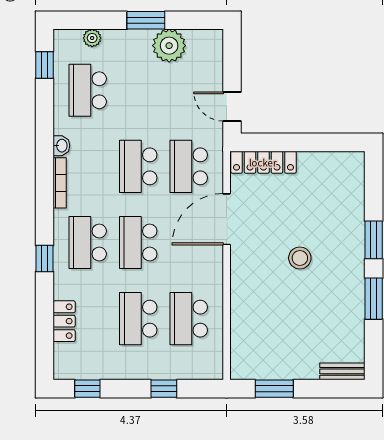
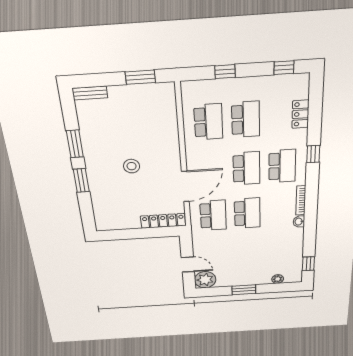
plant: (169, 46) -> (205, 280), moved
school desk: (88, 90) -> (281, 252), removed
door: (232, 106) -> (188, 264), moved

